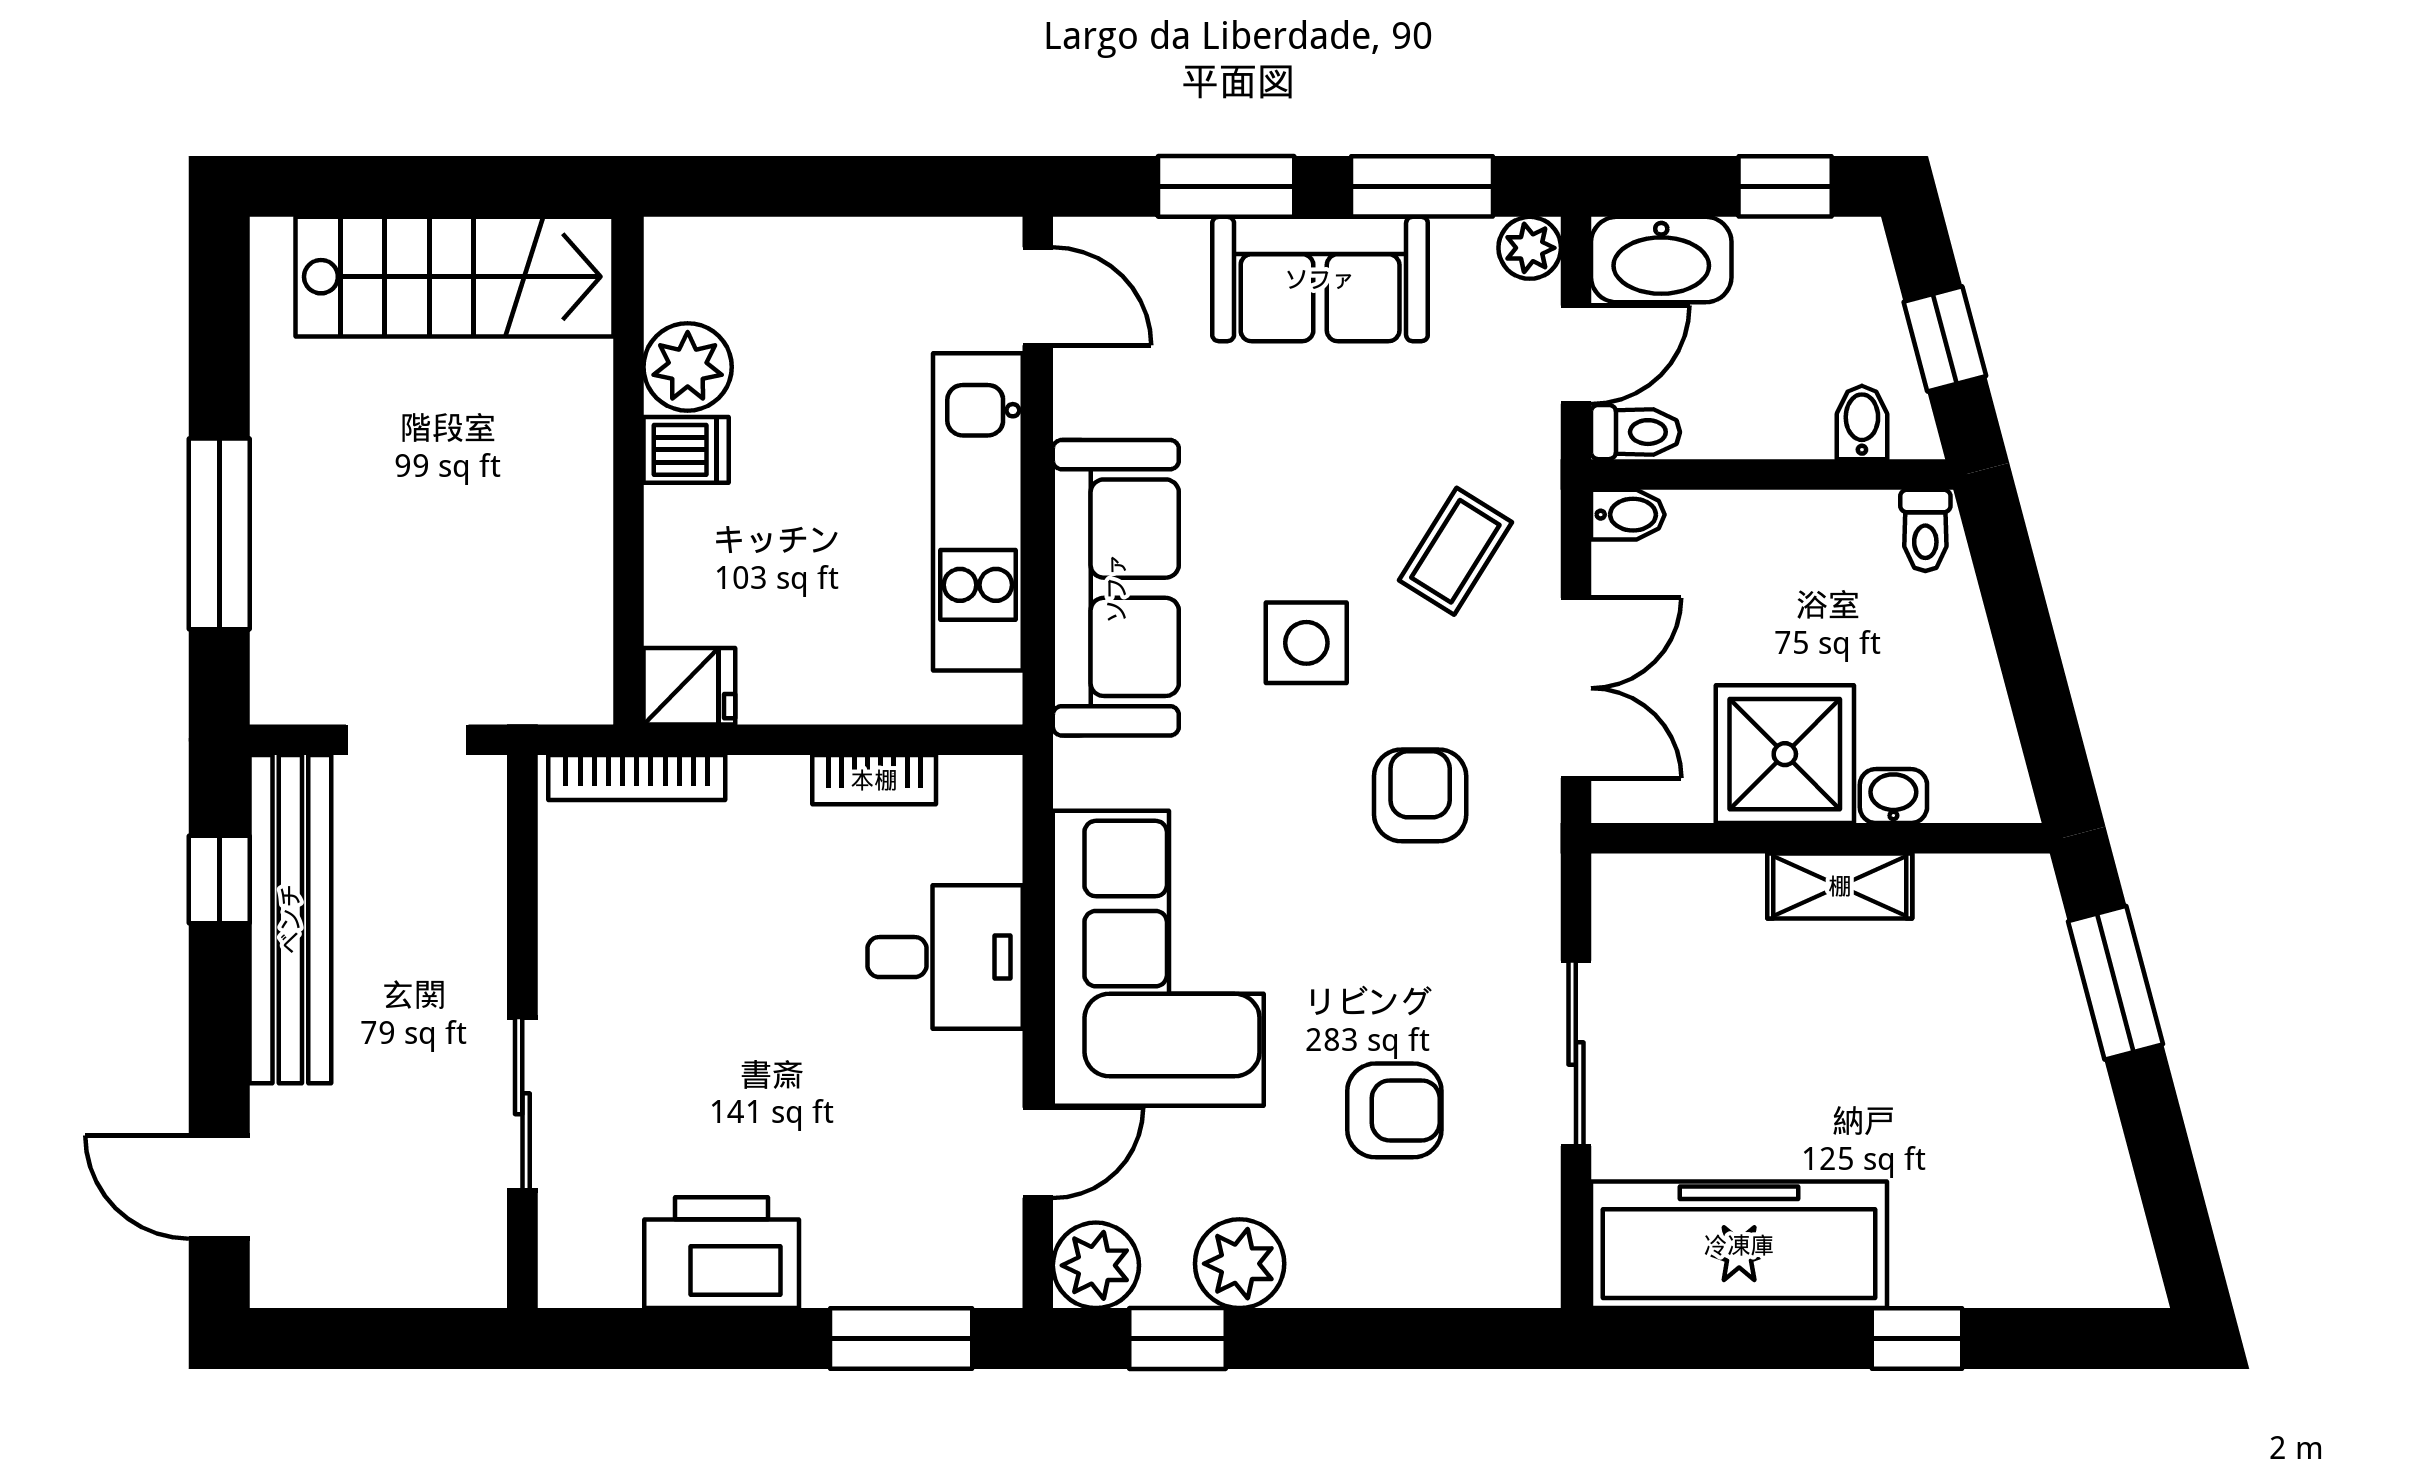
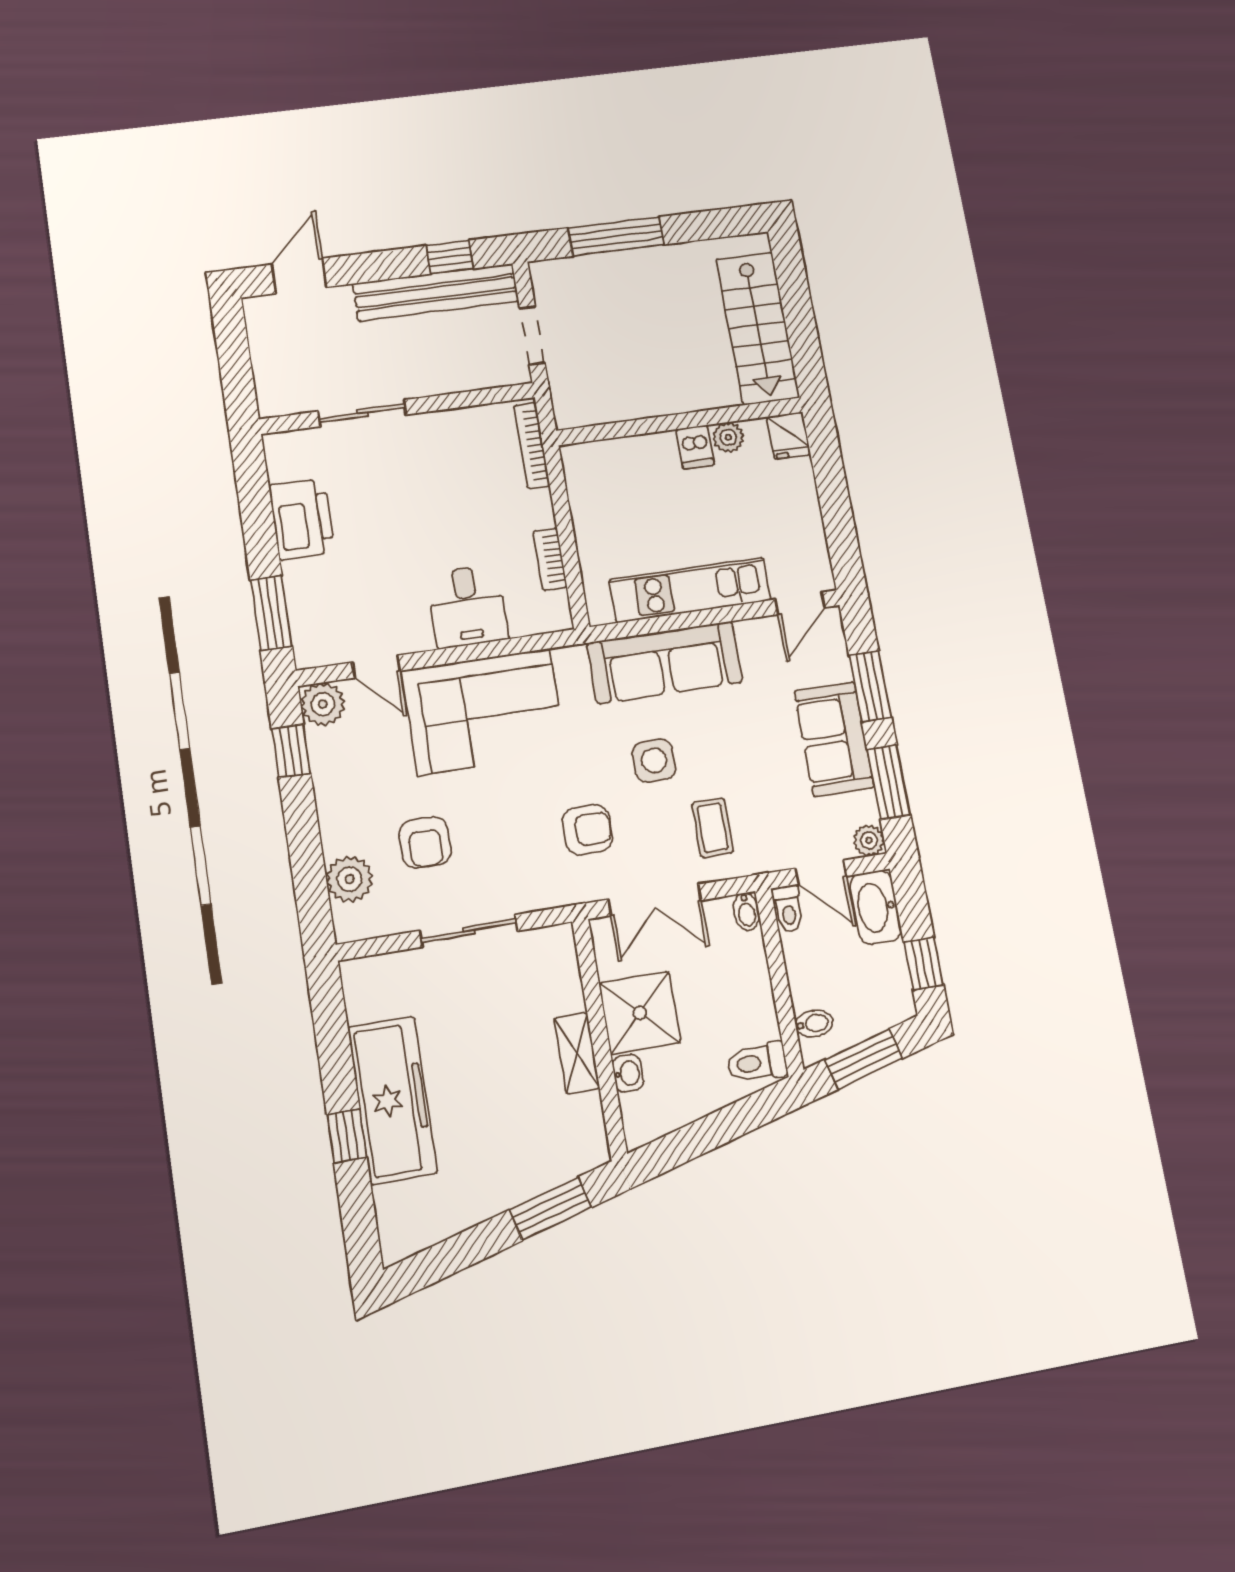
window: (1945, 339) -> (864, 1059), width x1.50
plant: (688, 367) -> (728, 437), width x0.73, depth x0.73
toilet: (1925, 530) -> (757, 1063), width x1.37, depth x1.39
coffee table: (1455, 551) -> (713, 828), turned 58
fridge: (689, 686) -> (789, 436), moved
freezer: (1739, 1245) -> (392, 1100), moved
plant: (1240, 1264) -> (350, 879), moved

